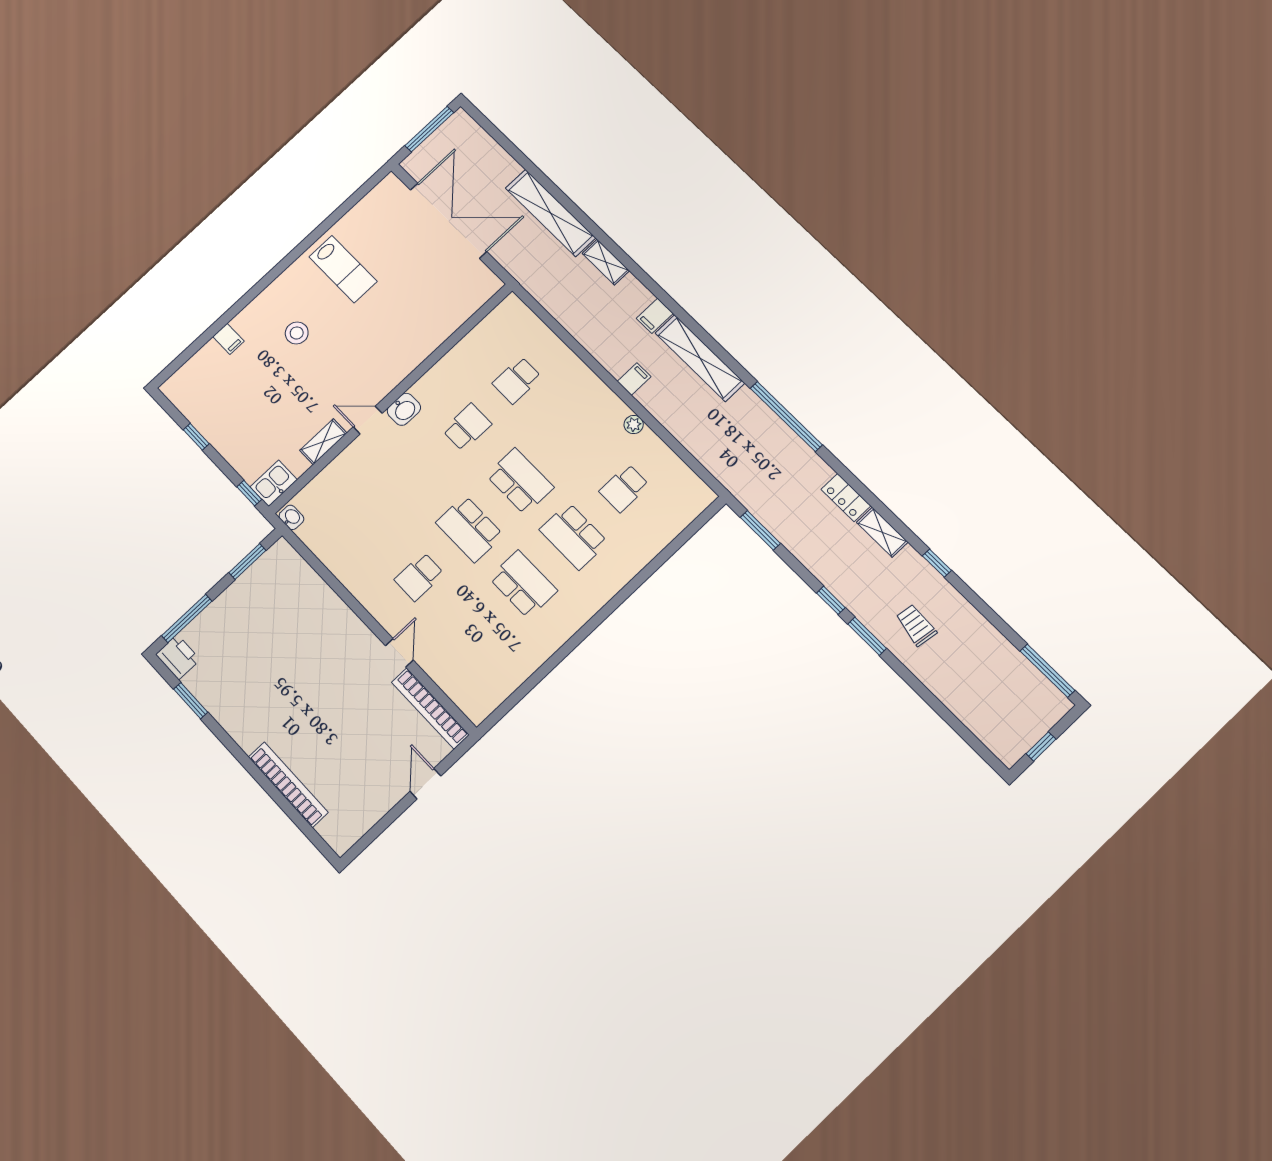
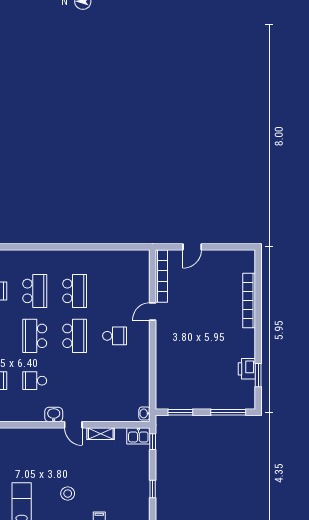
school desk: (523, 584) -> (75, 291), turned 180
printer: (178, 657) -> (247, 369), moved

